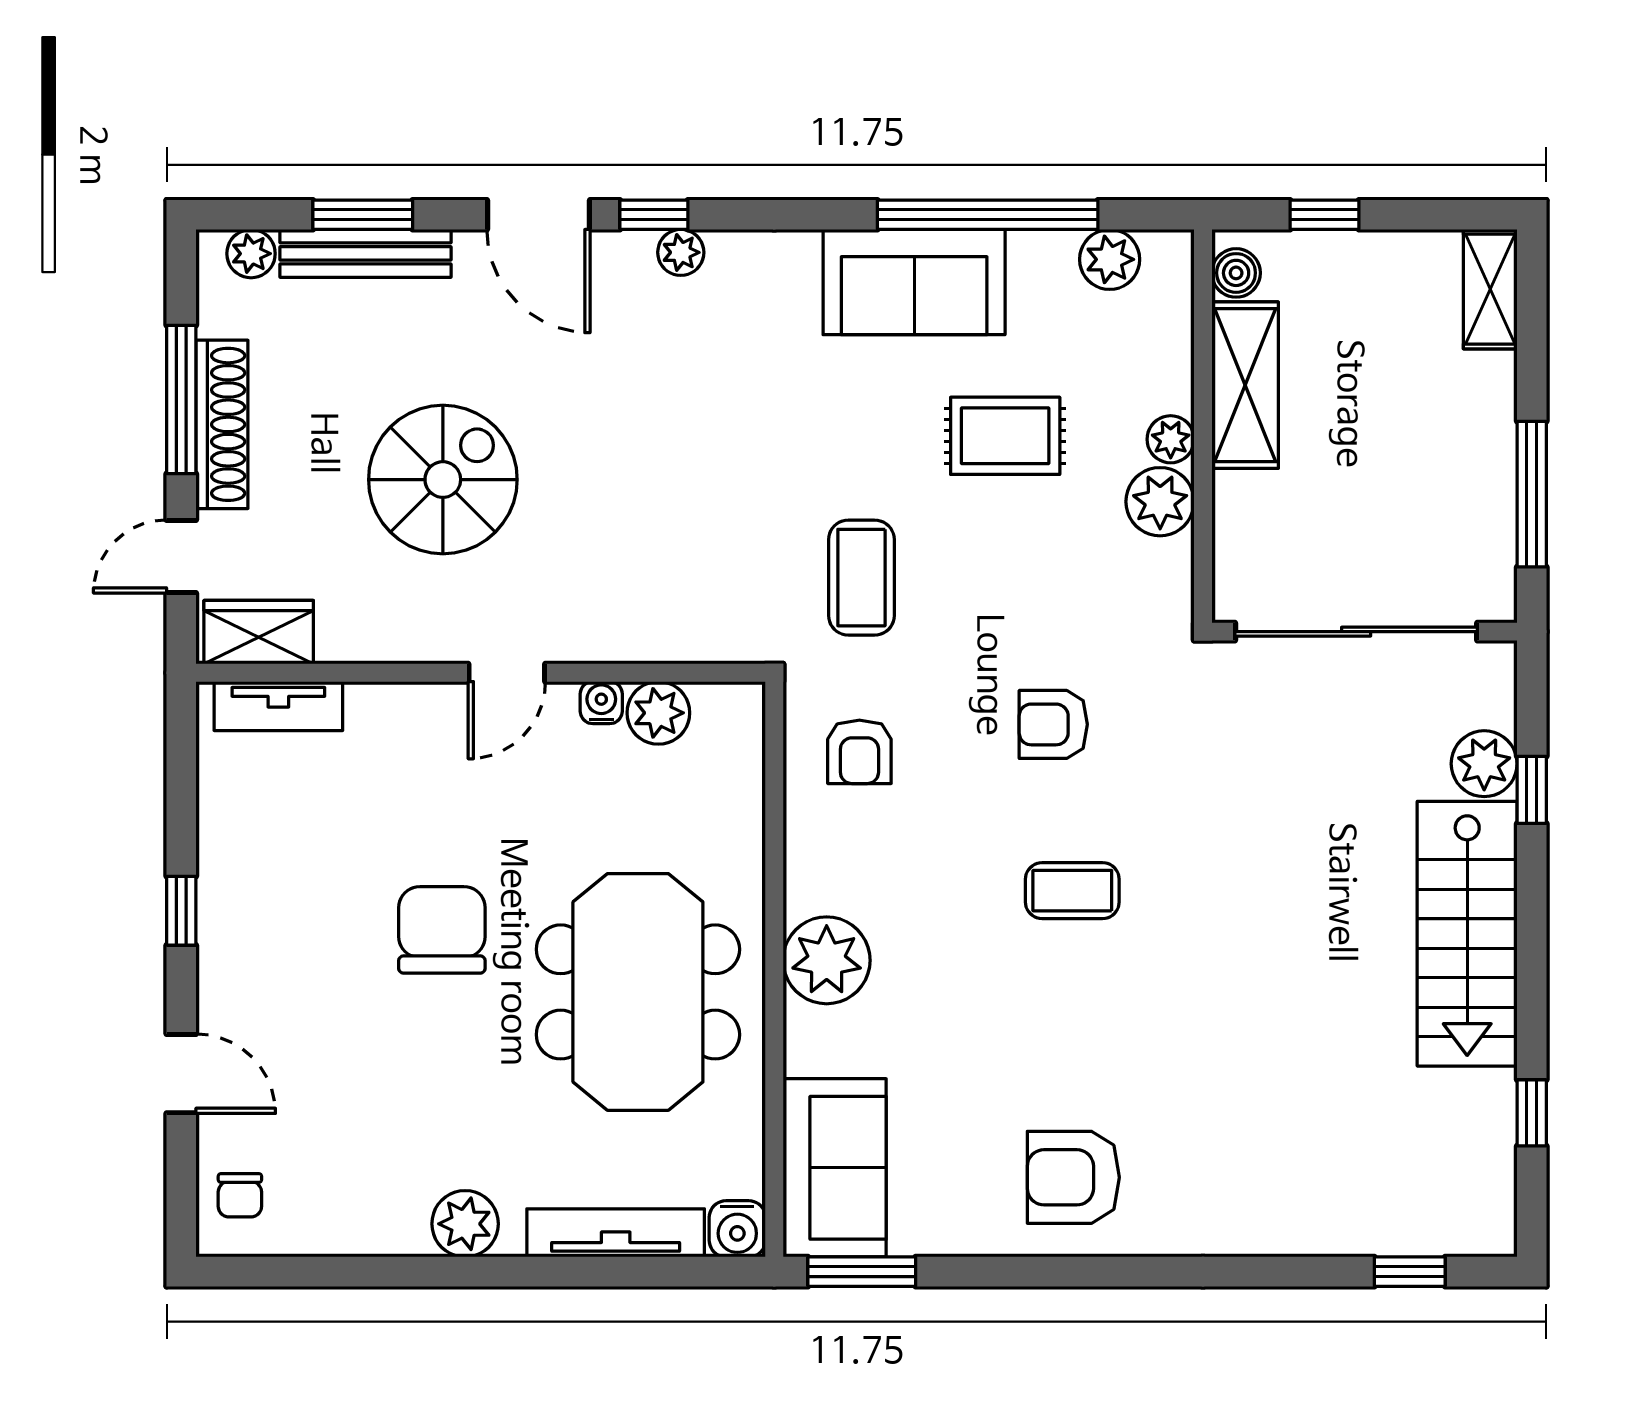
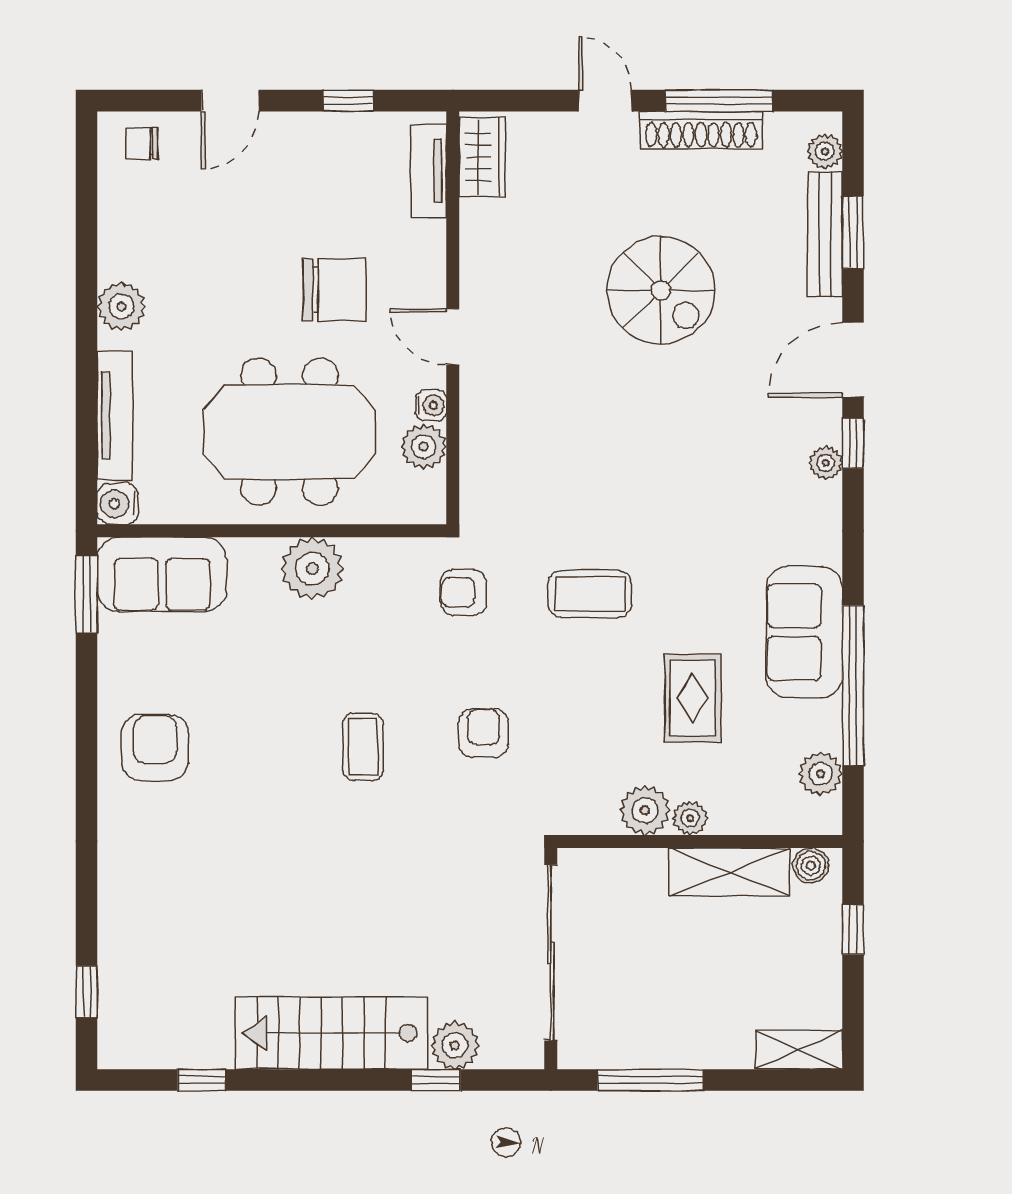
wardrobe: (259, 632) -> (482, 157), moved
wall: (481, 673) -> (453, 318), moved
door: (507, 673) -> (453, 337), moved
water cooler: (601, 703) -> (431, 405), moved
tv unit: (278, 706) -> (429, 171), moved
plant: (658, 713) -> (424, 447), moved

